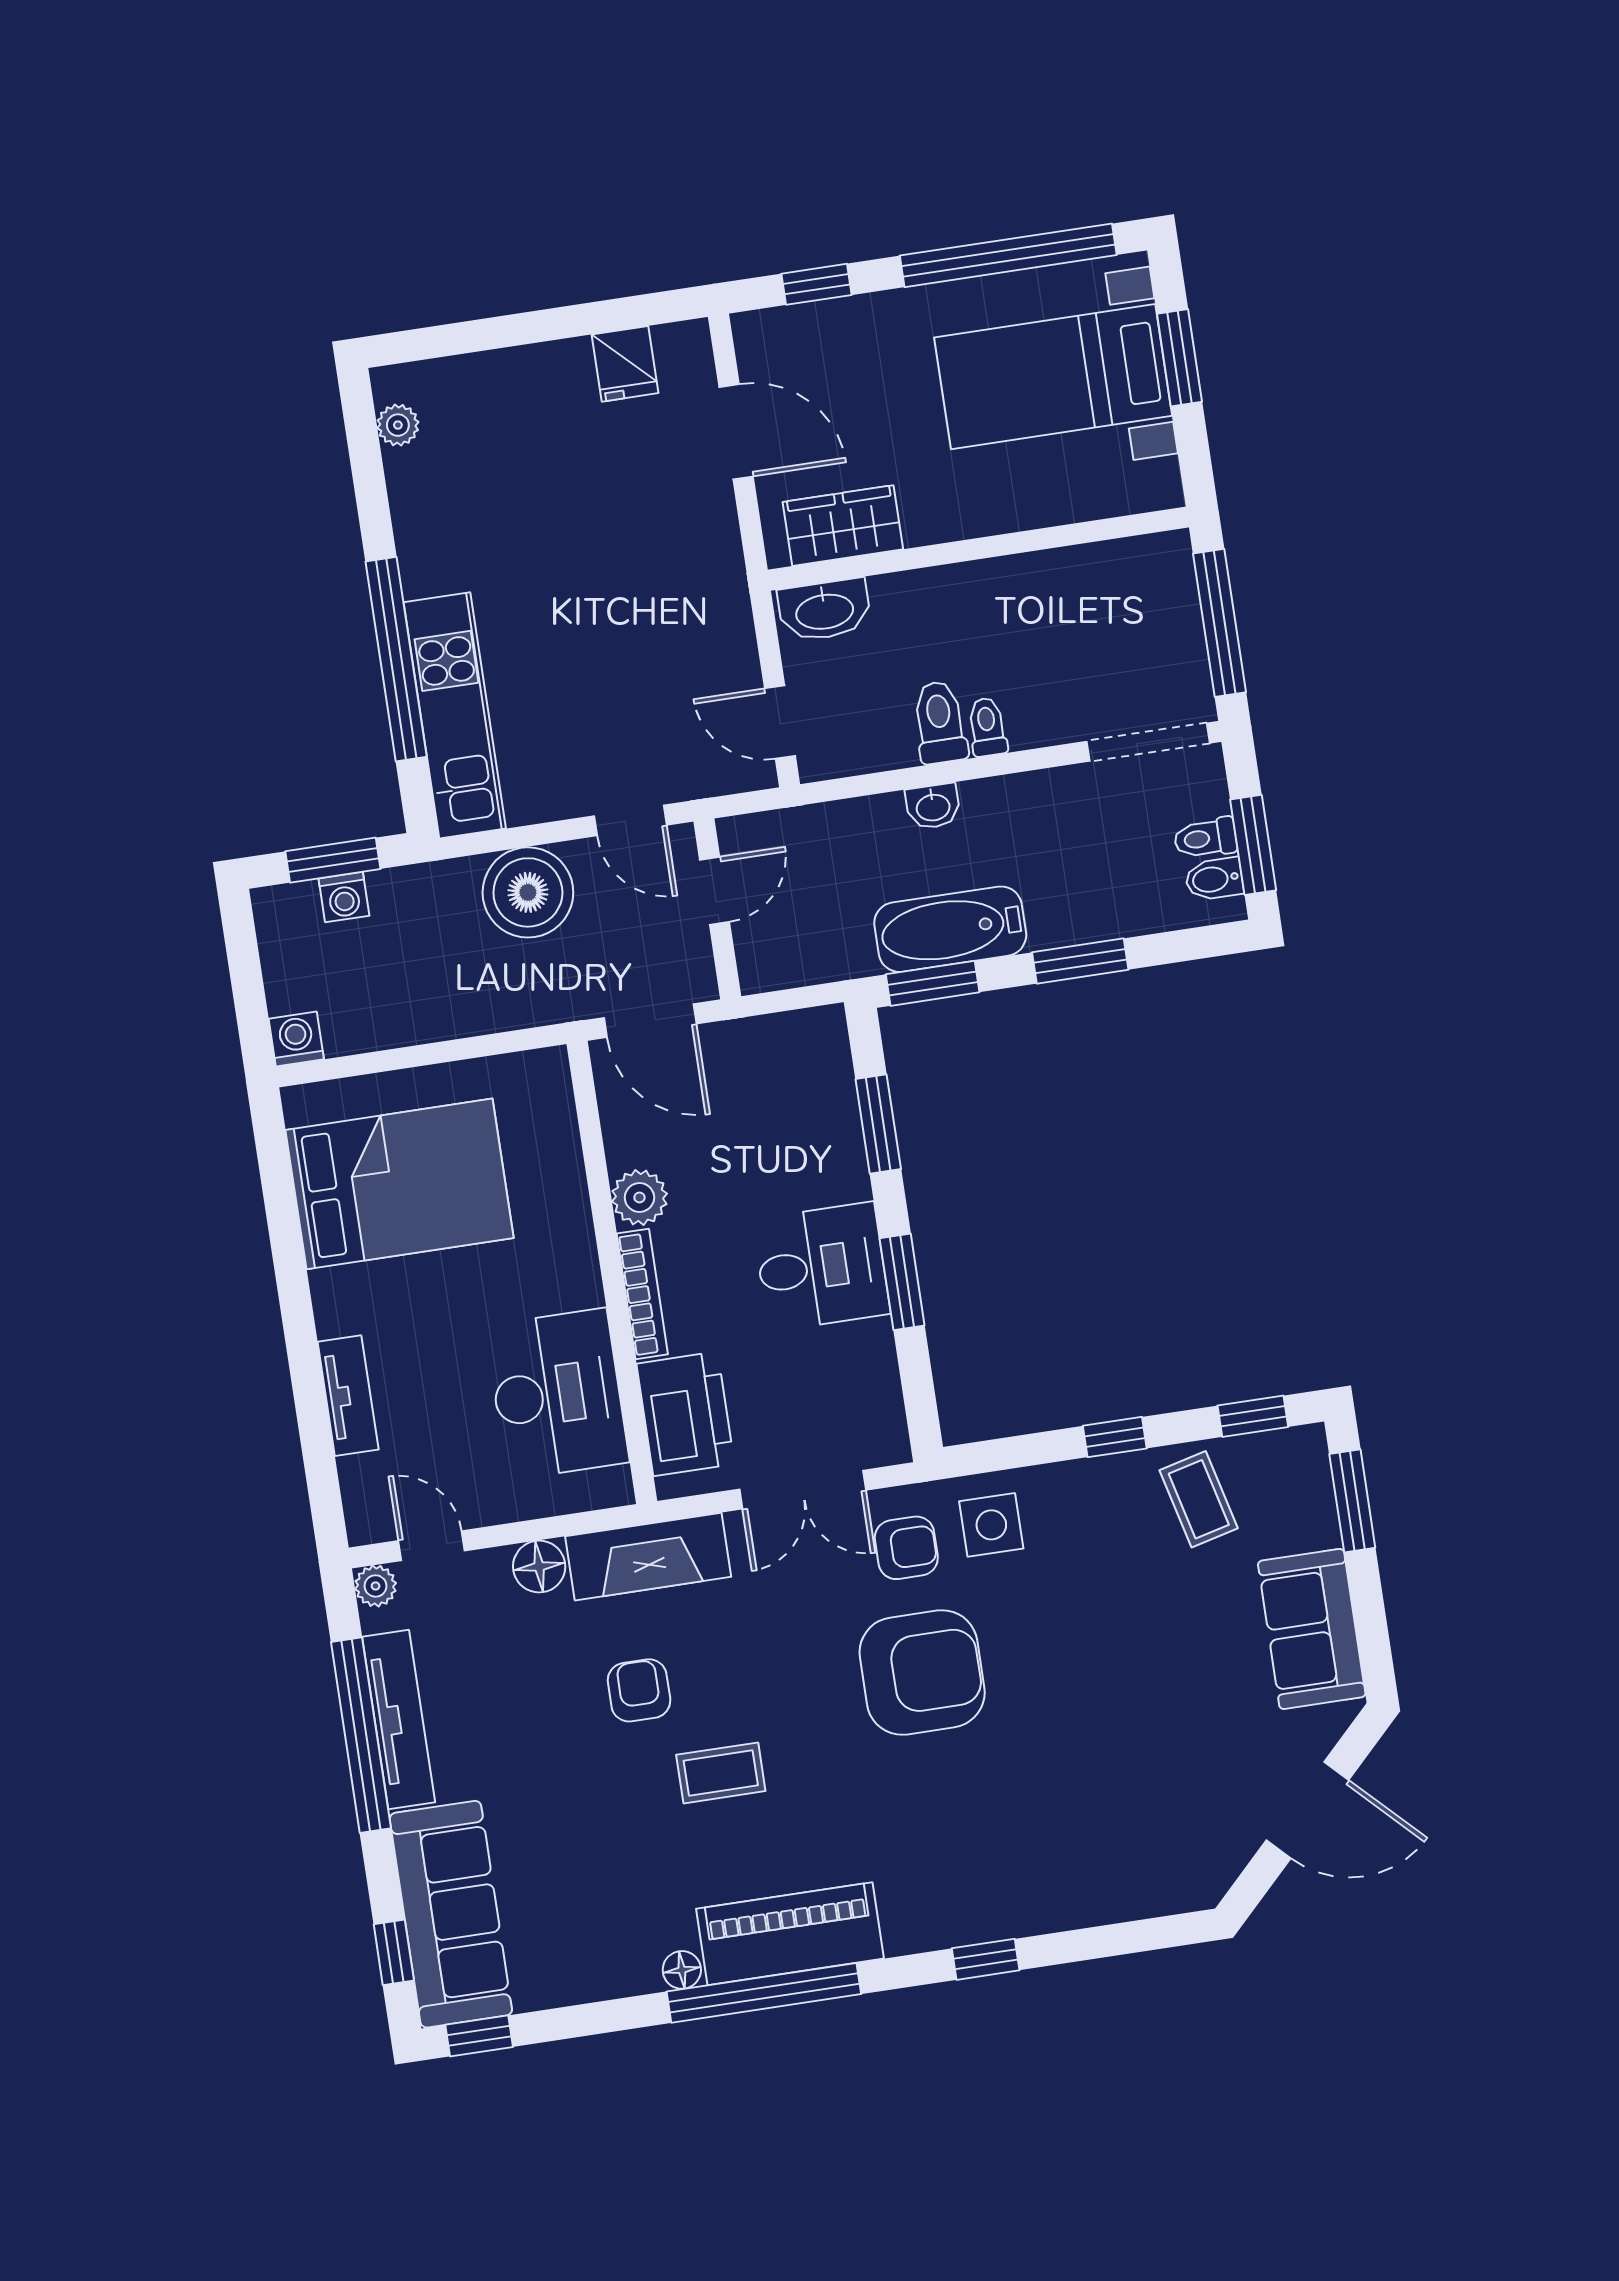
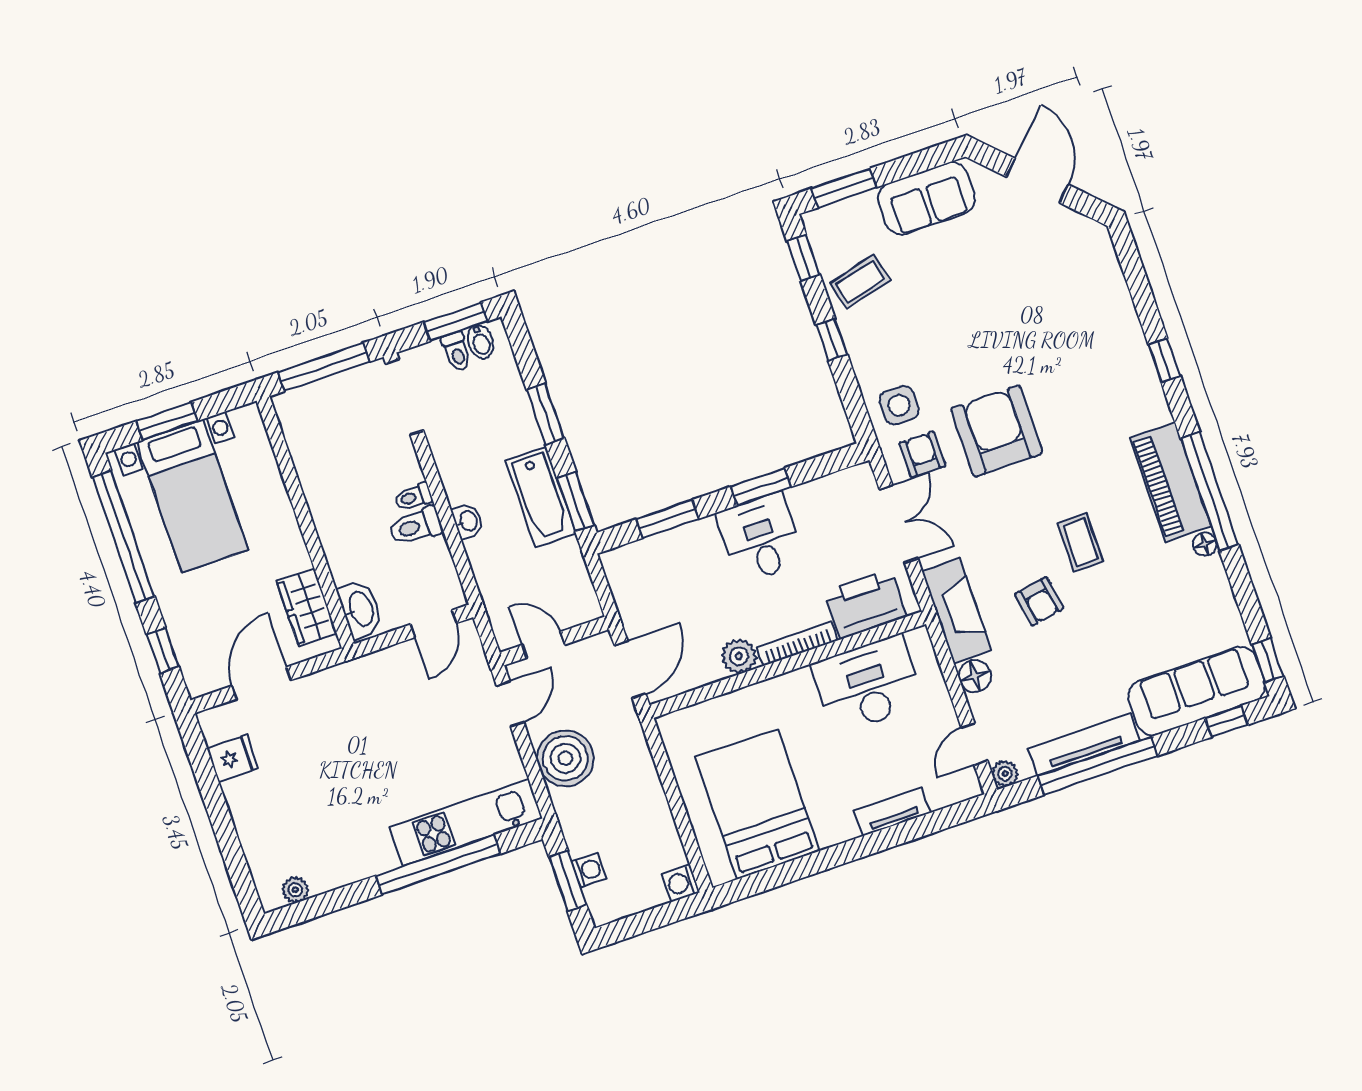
armchair: (639, 1690) -> (1039, 601), turned -100

